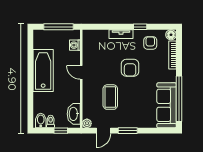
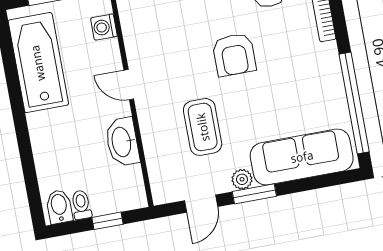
bathtub: (43, 70) -> (38, 63), moved
sofa: (167, 105) -> (302, 157), moved, turned 90
washbasin: (74, 114) -> (122, 142), moved
plant: (87, 123) -> (242, 179), moved

